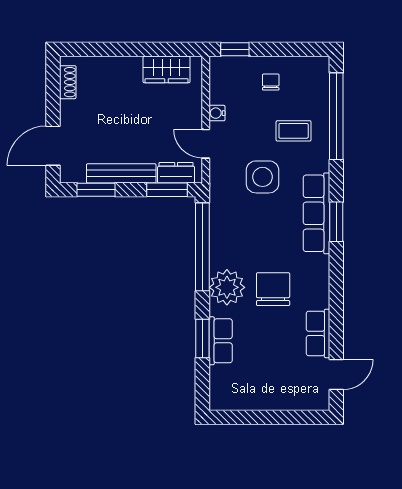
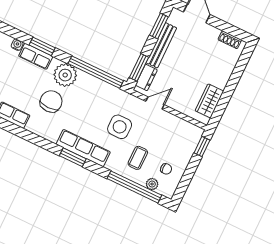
chair: (271, 82) -> (166, 169), moved
plant: (320, 94) -> (152, 184), added
water cooler: (217, 113) -> (17, 45), moved
chair: (273, 289) -> (51, 101), turned -90

